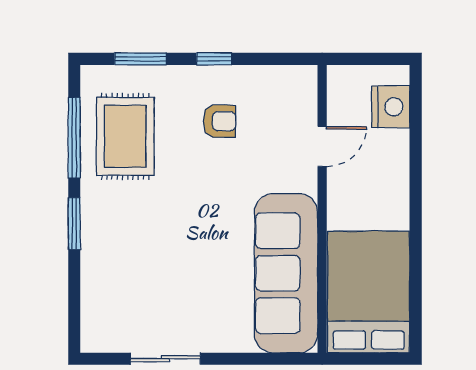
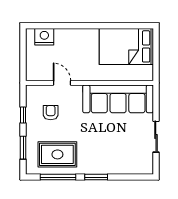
door: (322, 147) -> (62, 83), moved
wall: (322, 209) -> (90, 83), moved
sofa: (286, 273) -> (118, 99), moved

